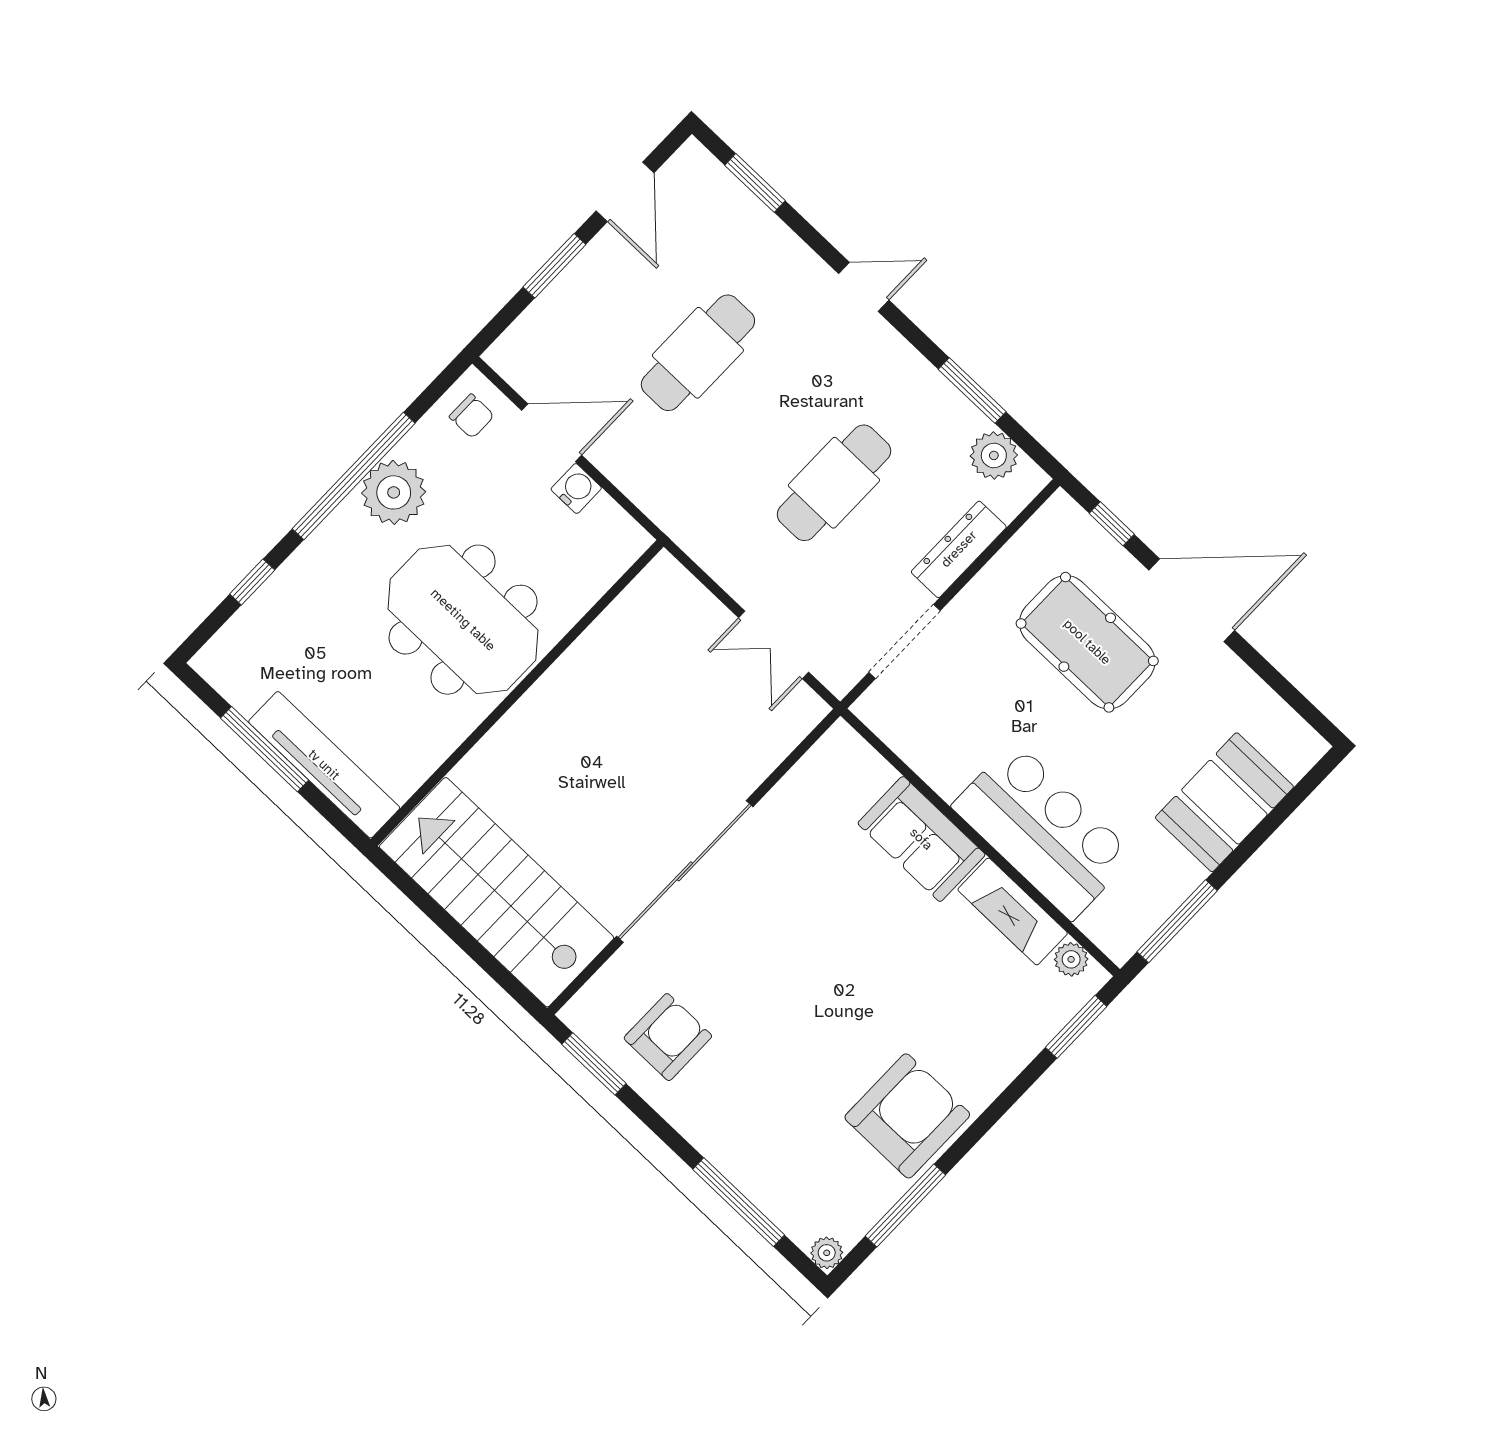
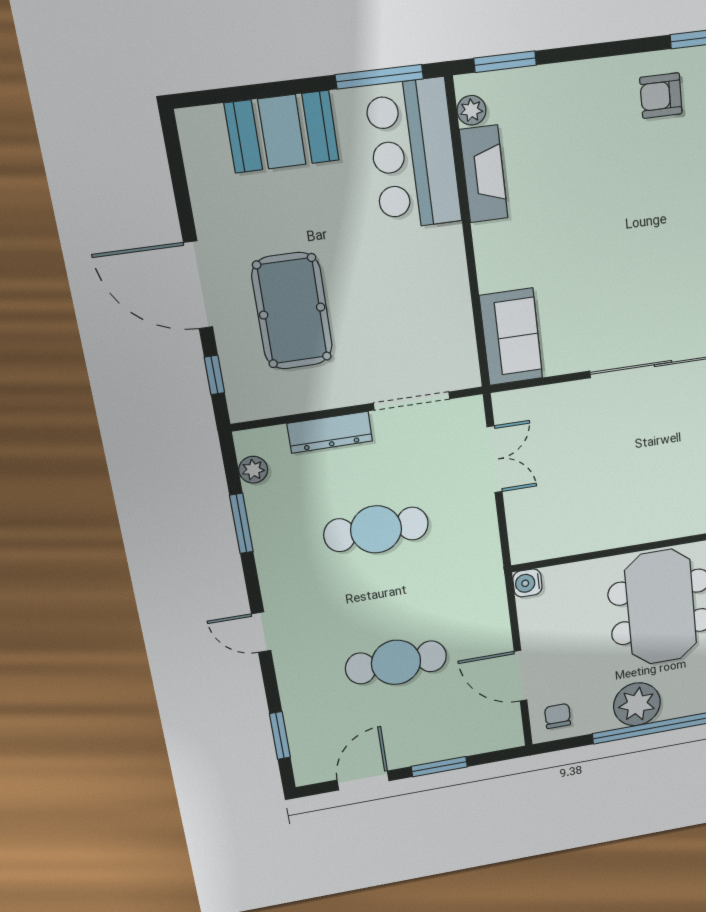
plant: (994, 455) -> (253, 470), width x0.73, depth x0.73
water cooler: (576, 489) -> (527, 583), moved
bar counter: (1043, 831) -> (413, 155), moved
sofa: (921, 839) -> (511, 337), moved
armchair: (907, 1116) -> (661, 96), width x0.53, depth x0.53

